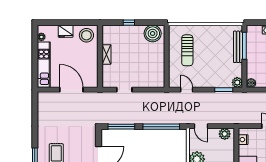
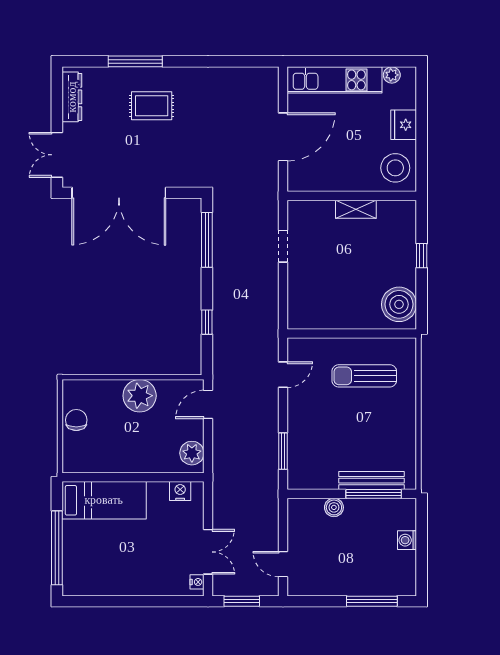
plant: (237, 82) -> (298, 479), removed
boiler: (251, 83) -> (334, 507), moved
window: (161, 127) -> (207, 322), width x0.32

